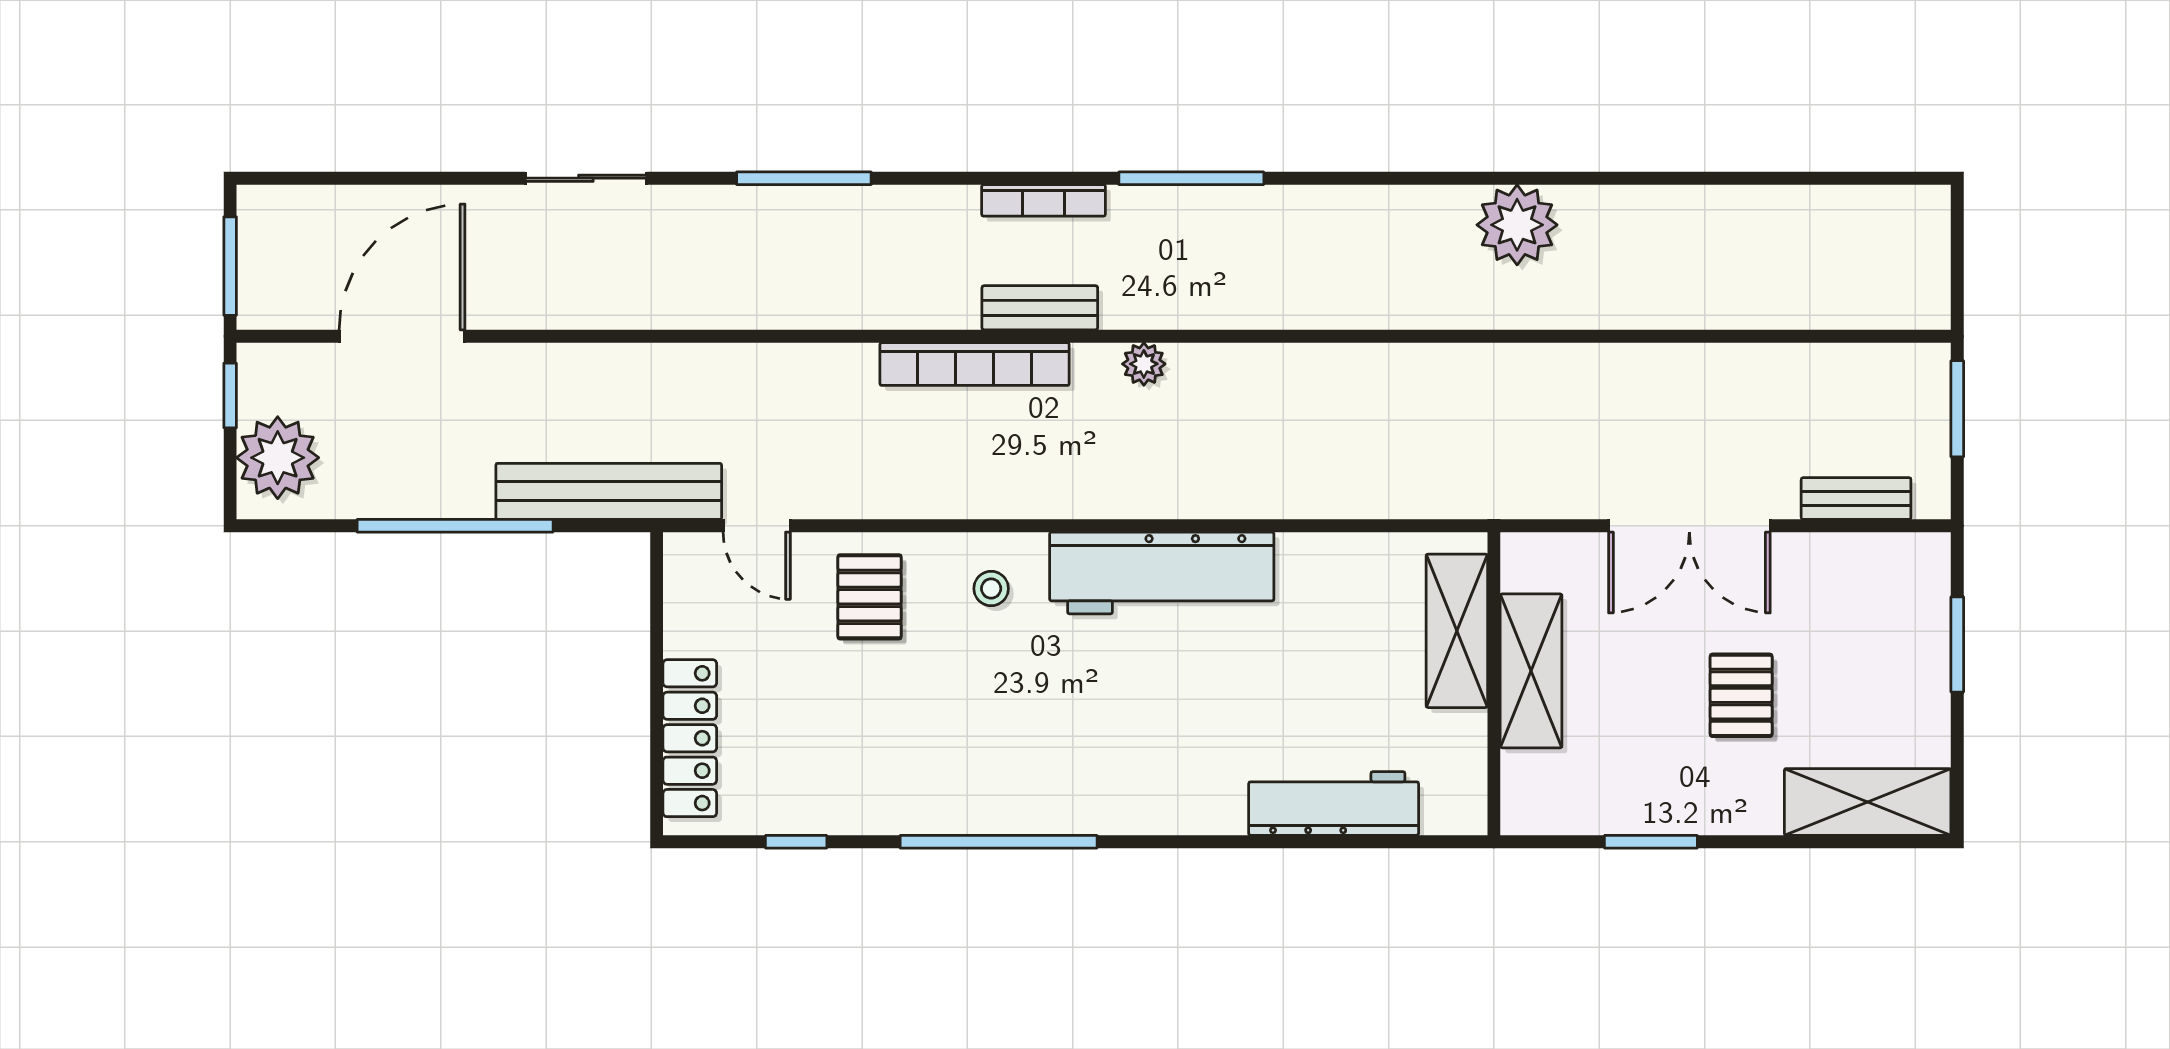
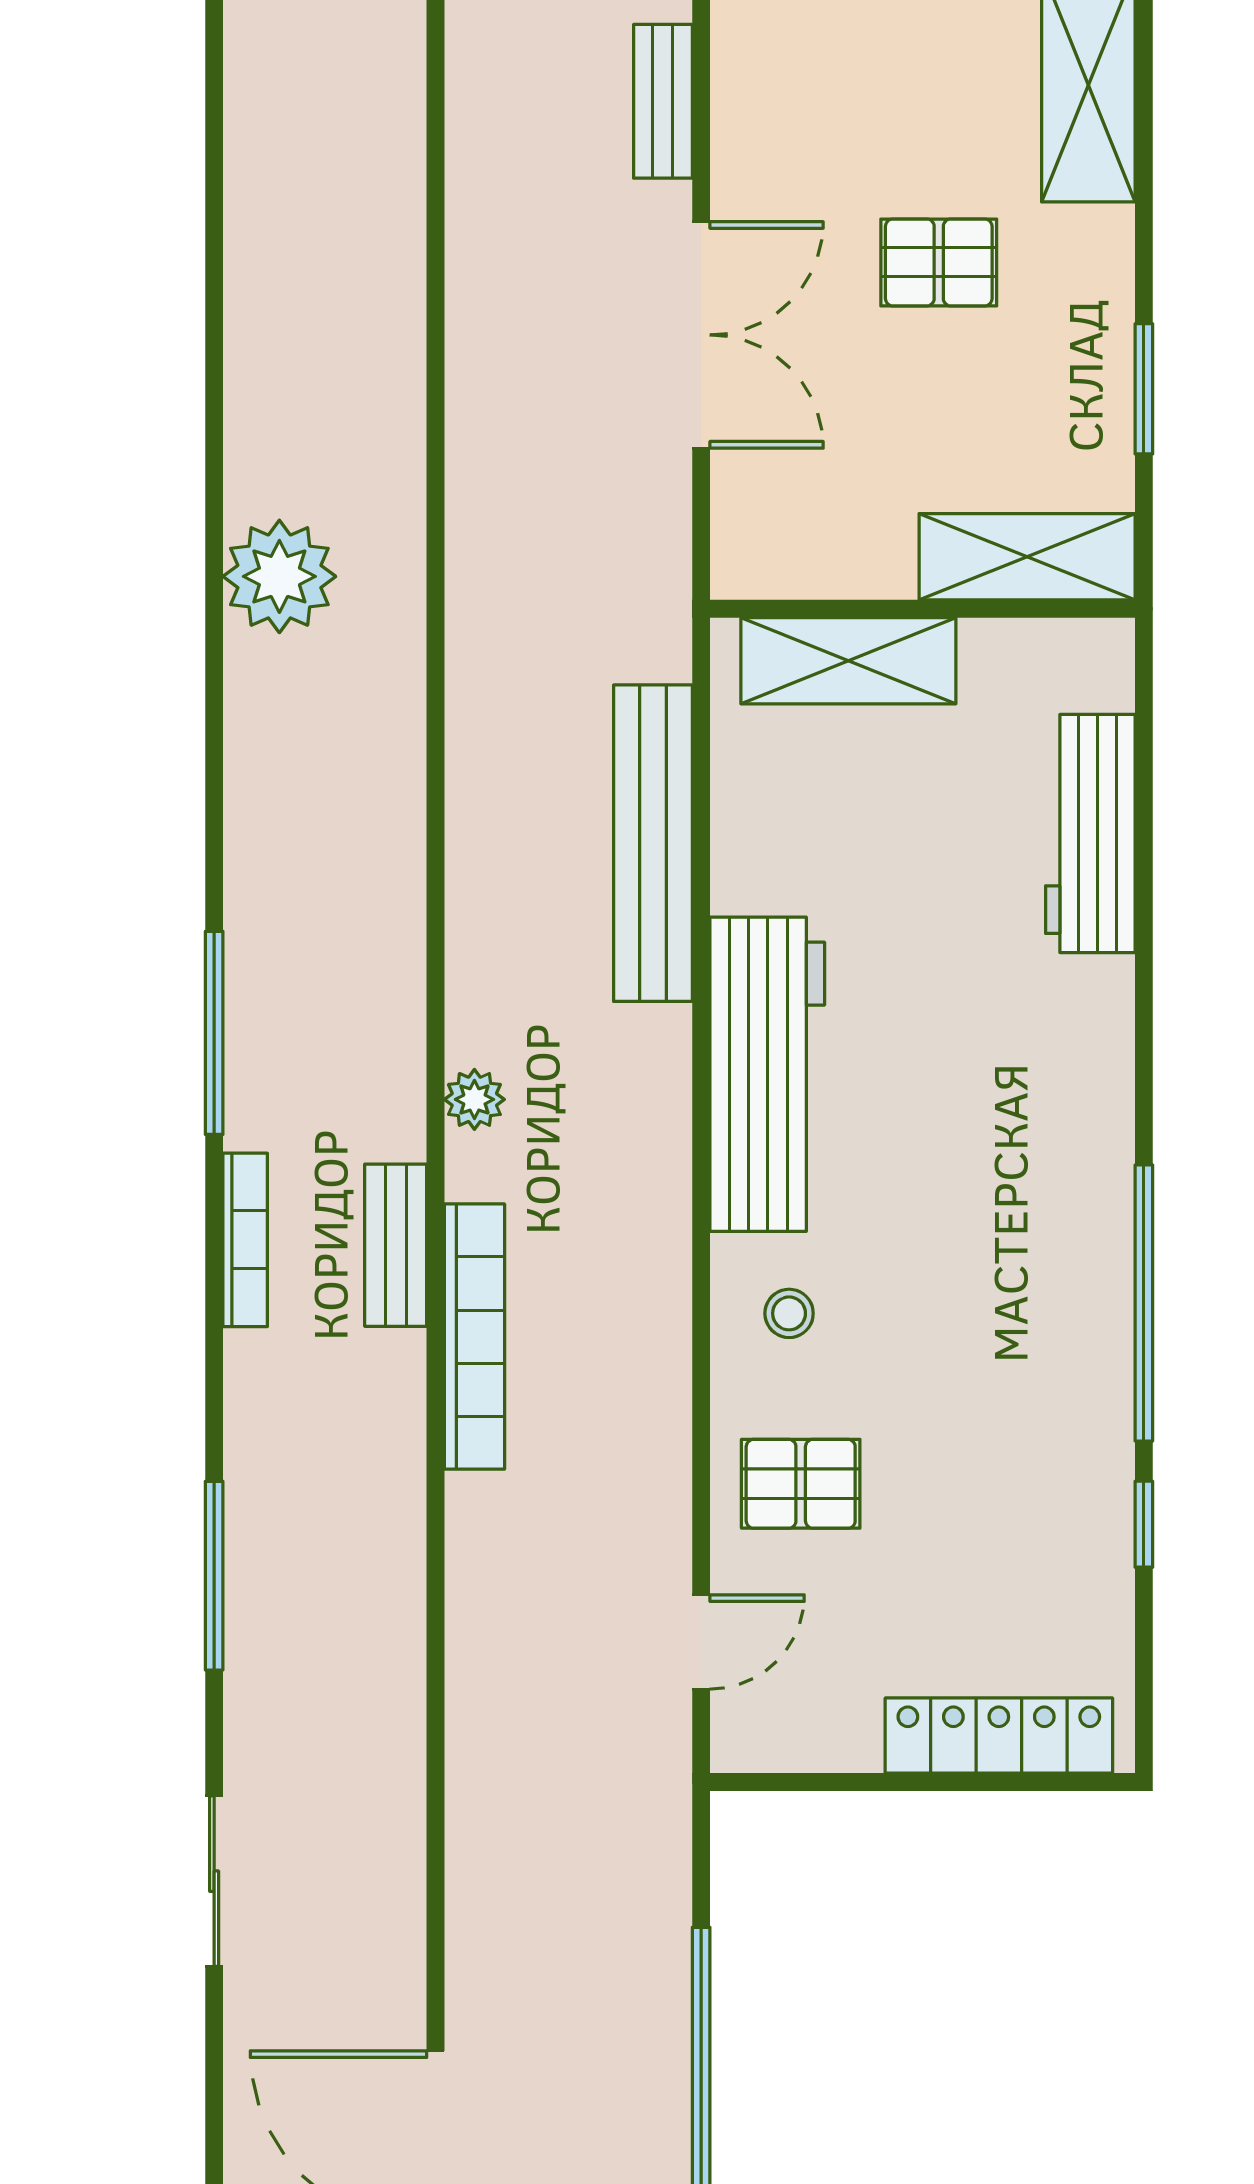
bench: (609, 491) -> (653, 843), moved
shelving: (1531, 671) -> (1027, 557), moved
window: (796, 842) -> (1144, 1524), moved

